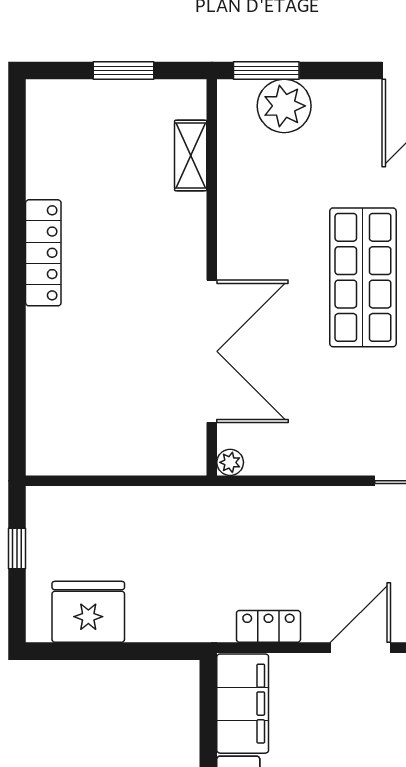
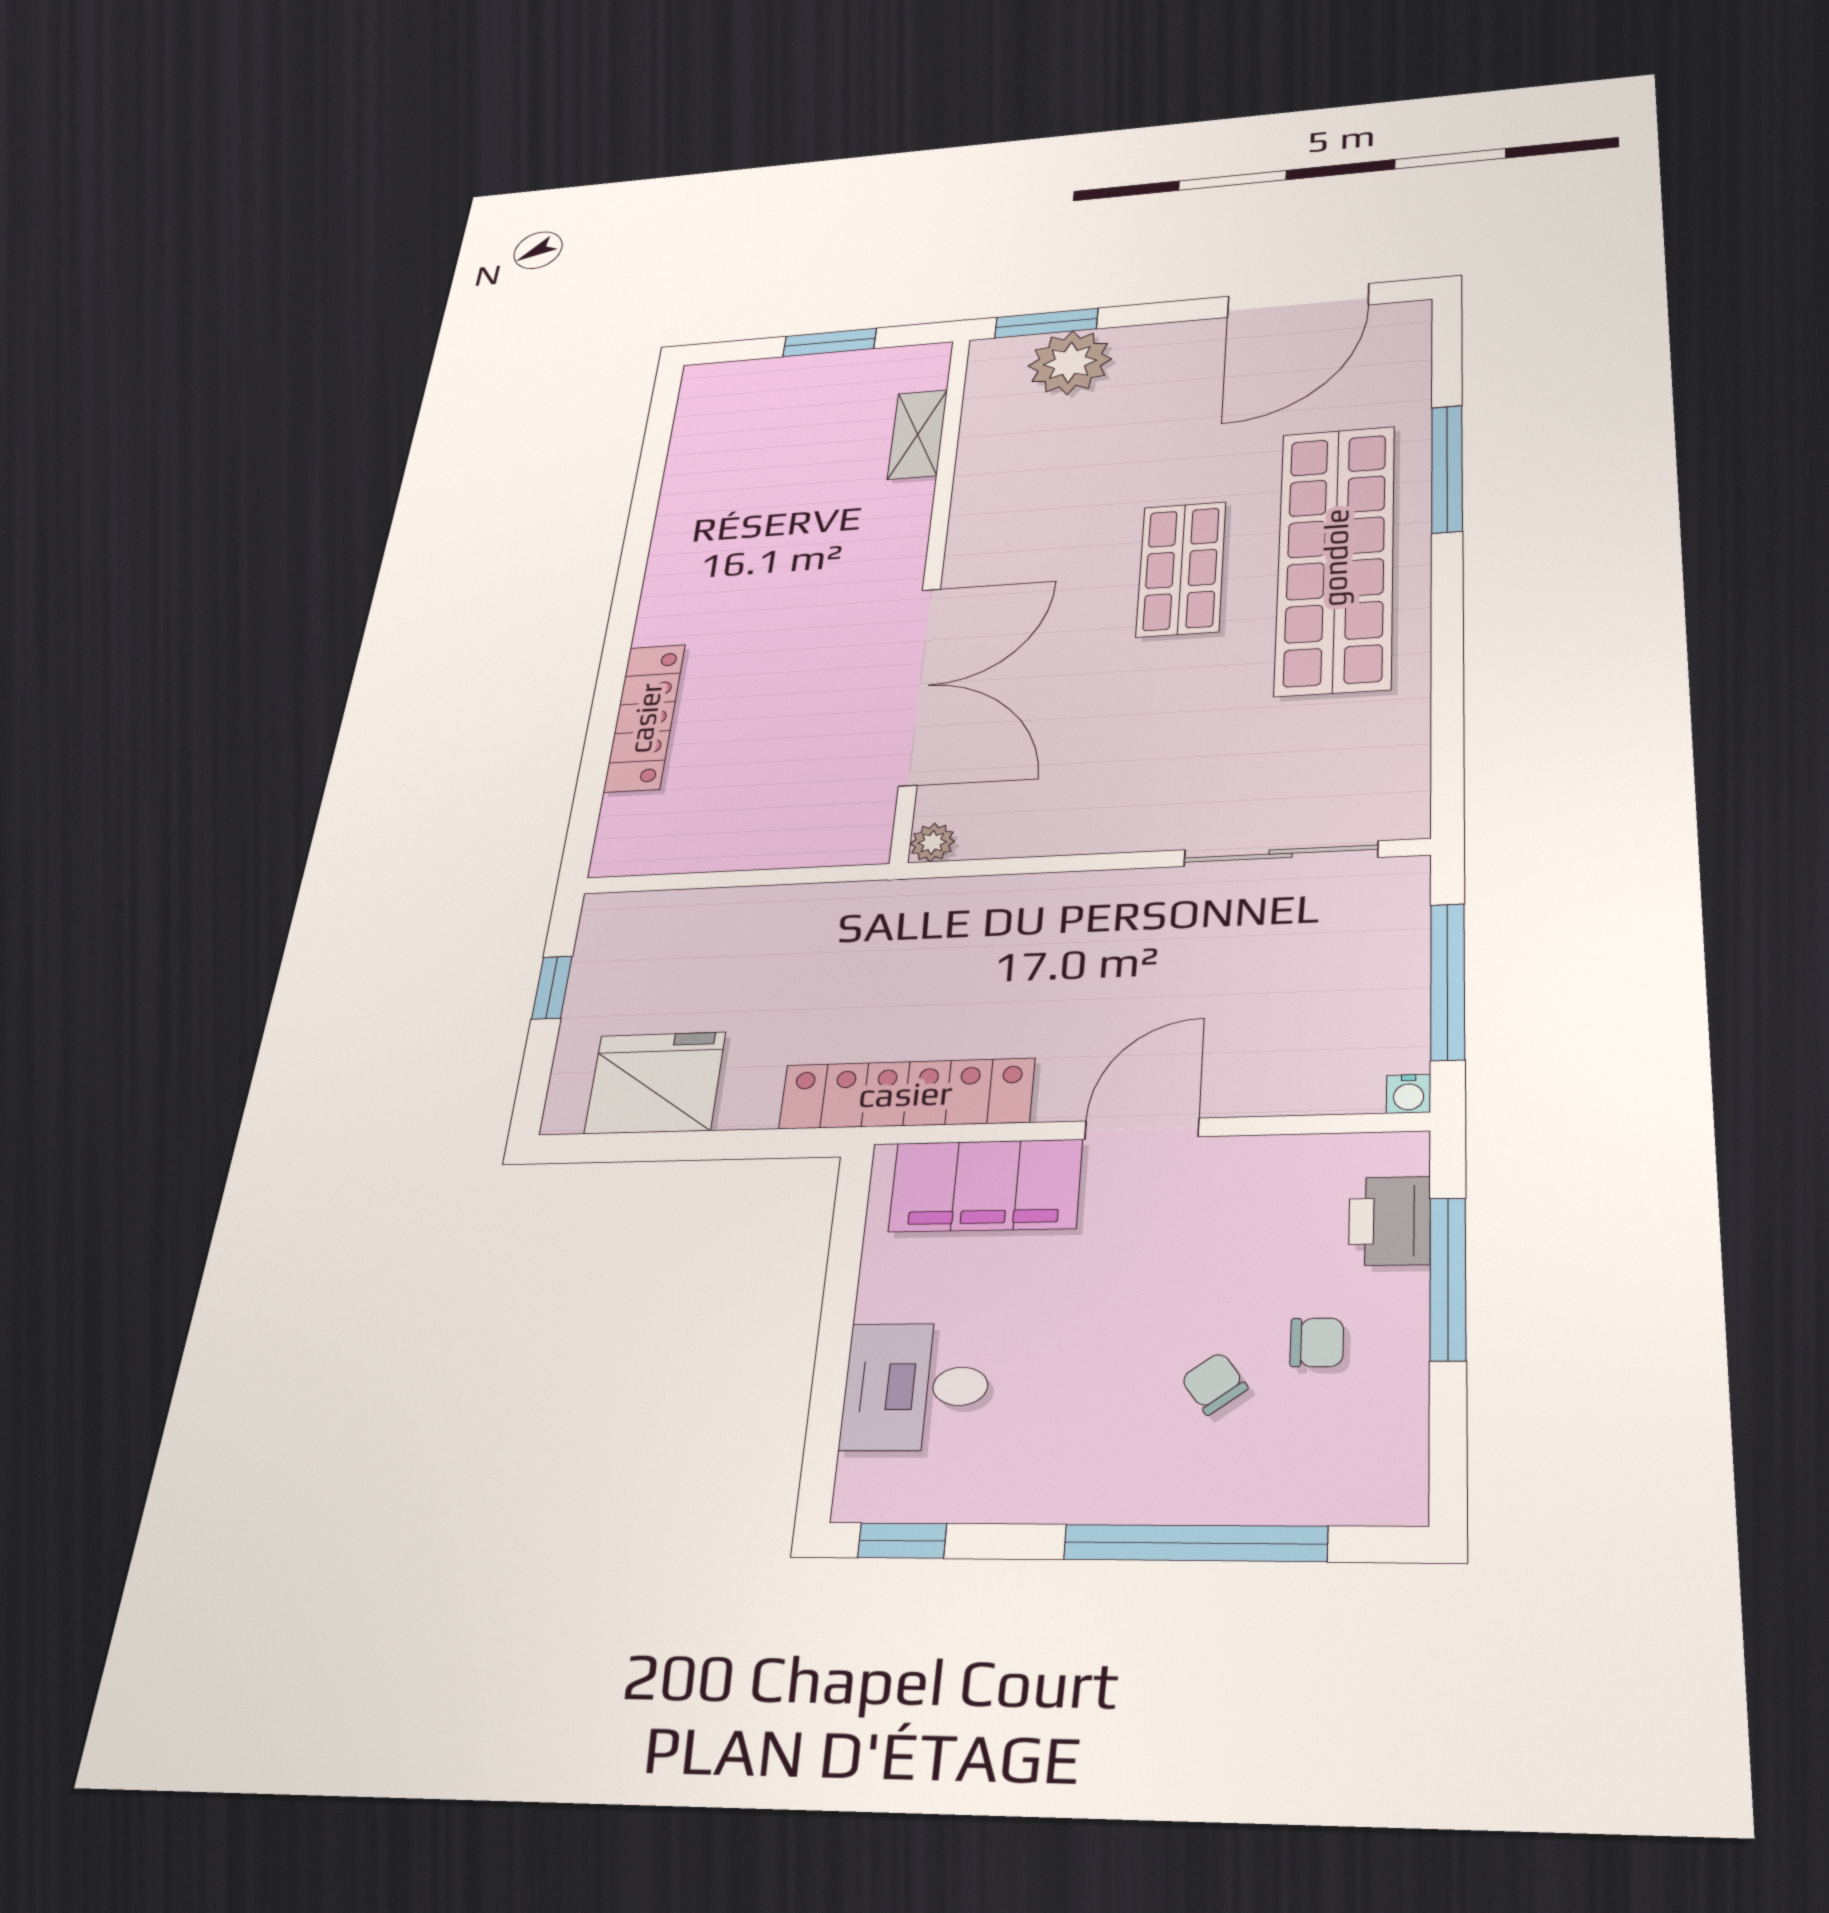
locker: (43, 253) -> (645, 718), moved
shop shelf: (363, 277) -> (1181, 569), width x0.70, depth x0.74
locker: (268, 626) -> (906, 1094), width x2.16, depth x1.21
filing cabinet: (243, 704) -> (986, 1186), moved, turned 90

